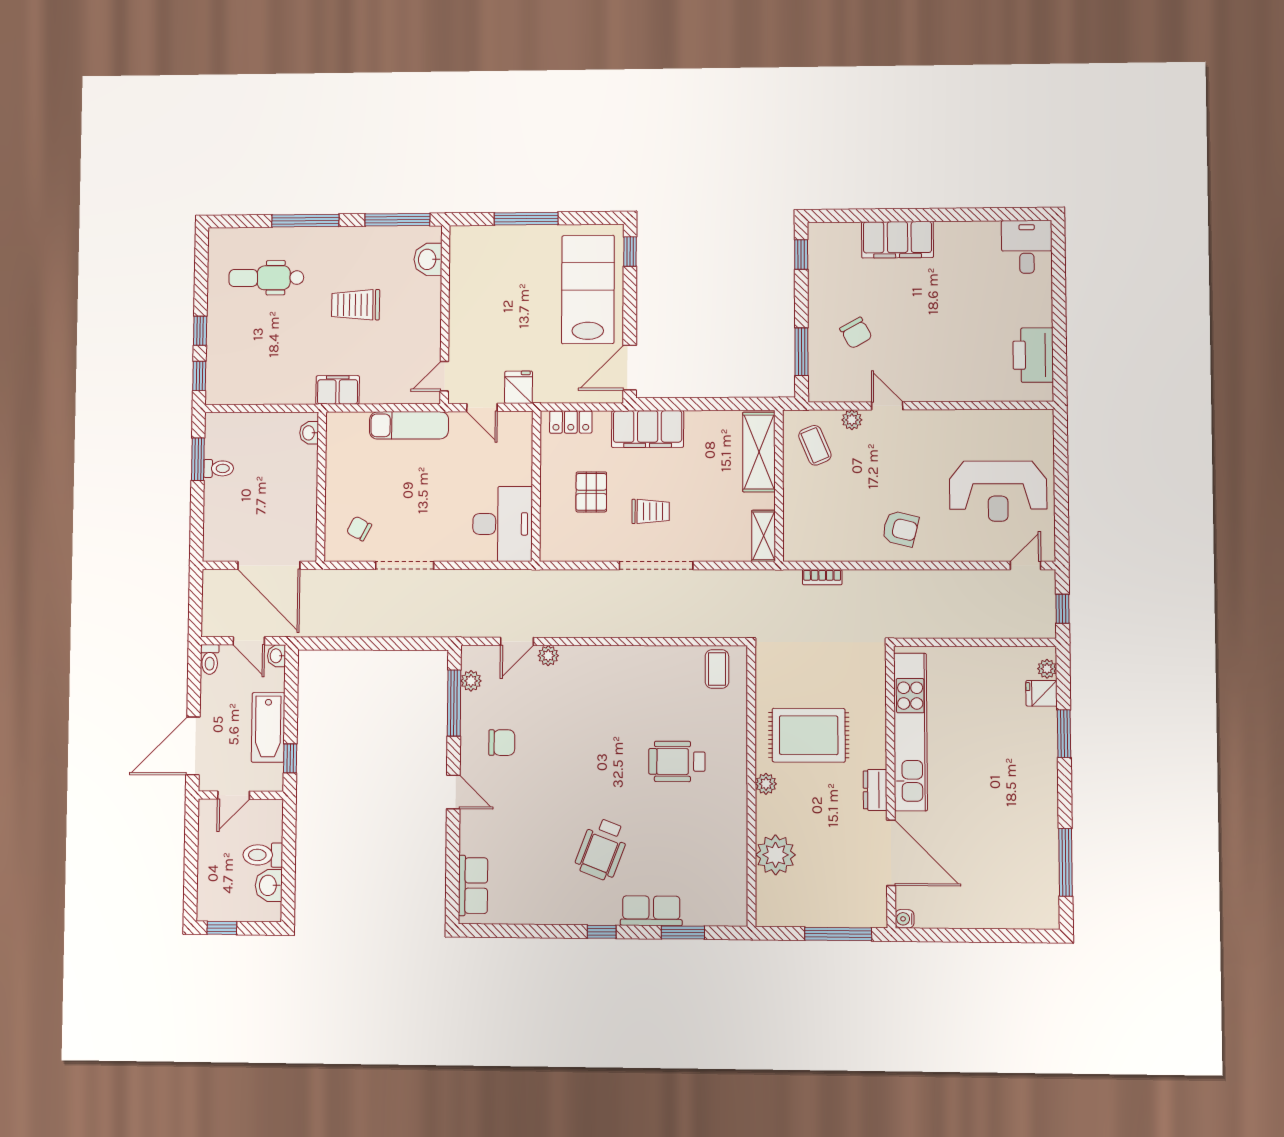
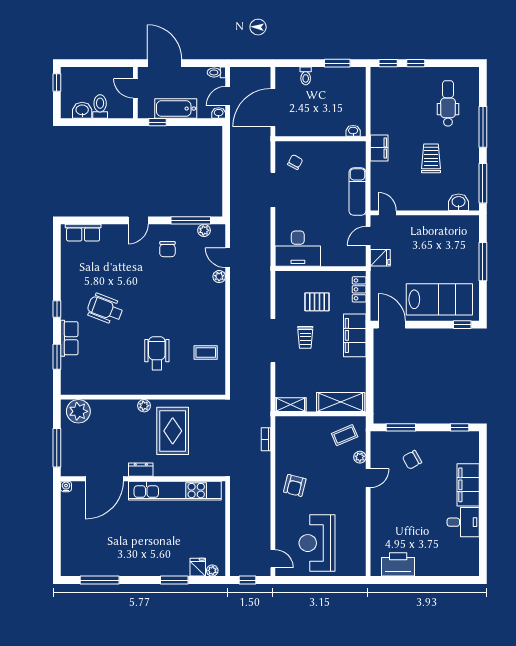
desk: (1027, 247) -> (463, 522), moved
toilet: (219, 468) -> (306, 76), moved
coffee table: (717, 669) -> (206, 352), moved
plant: (776, 855) -> (78, 411), moved

